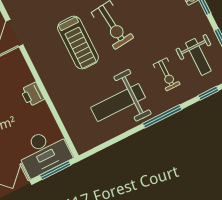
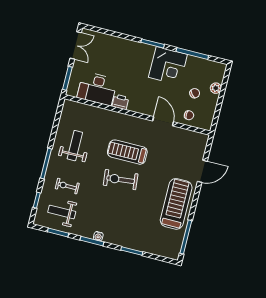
weight bench: (118, 103) -> (75, 146), width x0.73, depth x0.75
desk: (44, 152) -> (97, 89), moved, turned -90

